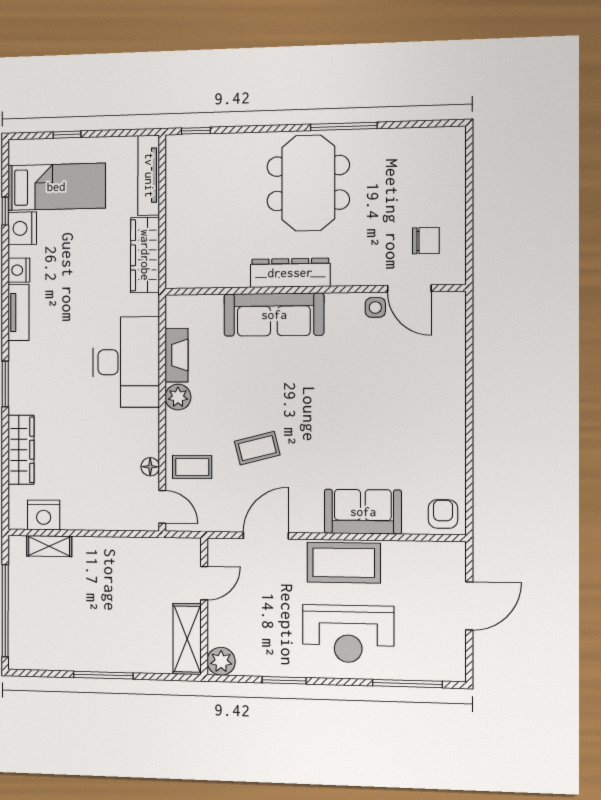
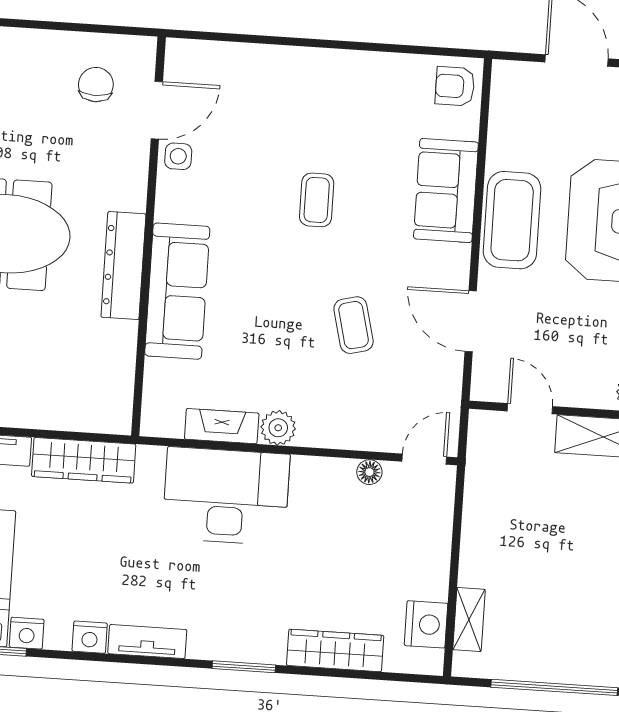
nightstand: (22, 228) -> (27, 633), width x0.74, depth x0.75
coffee table: (192, 467) -> (317, 200), moved

